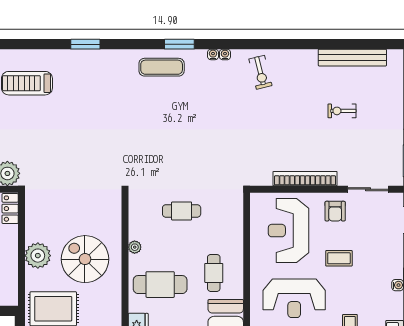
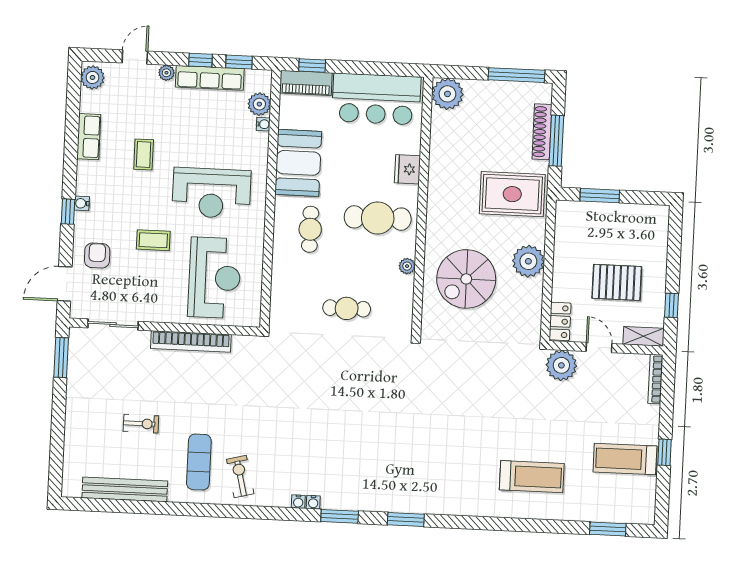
window: (85, 44) -> (406, 520), moved
water cooler: (225, 54) -> (313, 502), moved
exercise mat: (162, 67) -> (199, 462), moved, turned 90
armchair: (335, 211) -> (97, 256), moved
spiral stairs: (85, 259) -> (466, 279), moved, turned 90
reception desk: (294, 298) -> (211, 193), turned 180

